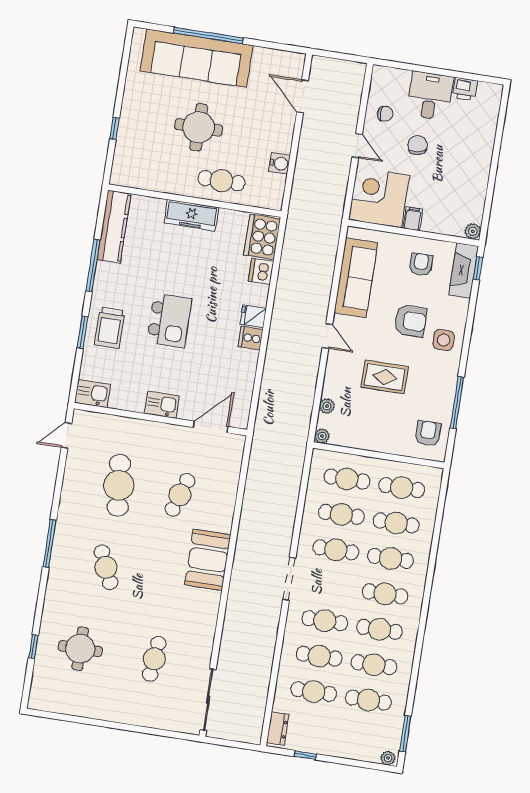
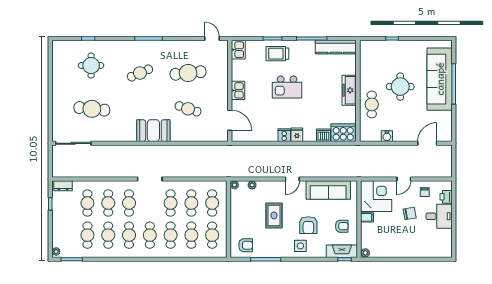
printer: (465, 89) -> (446, 197), moved
cafe table: (154, 659) -> (92, 109), width x1.37, depth x1.35

